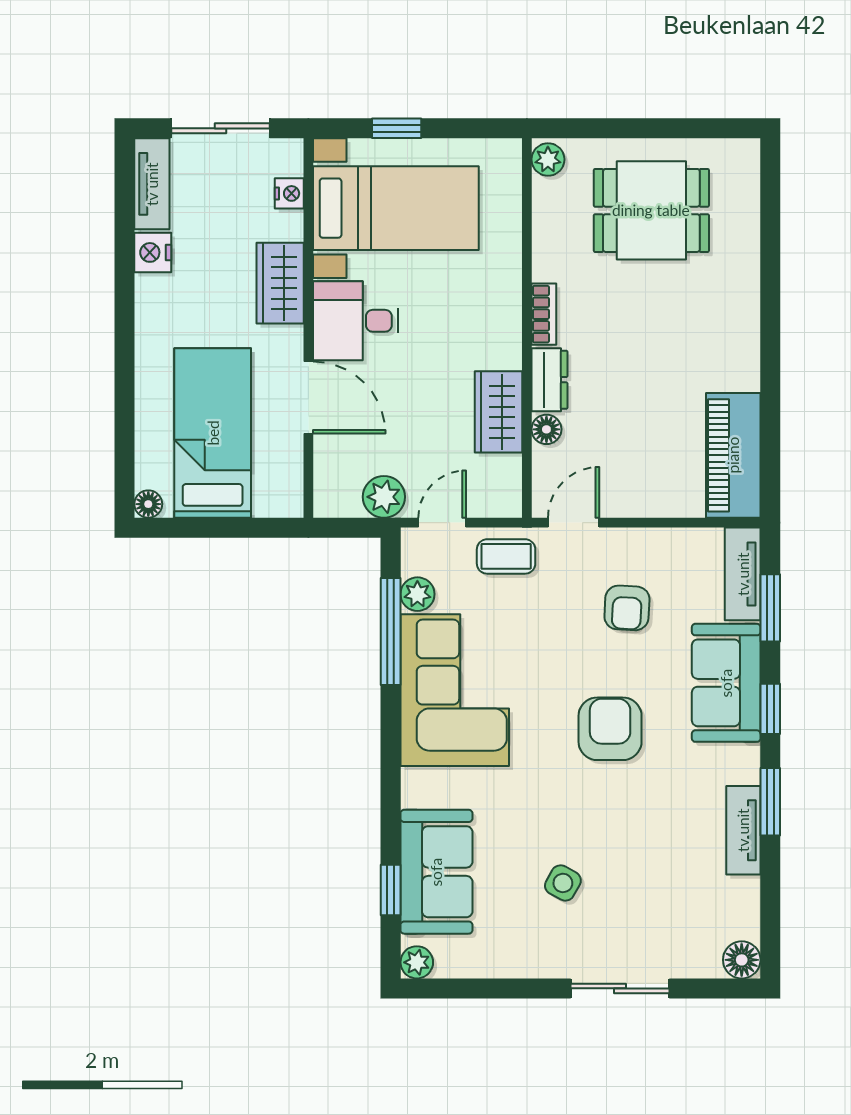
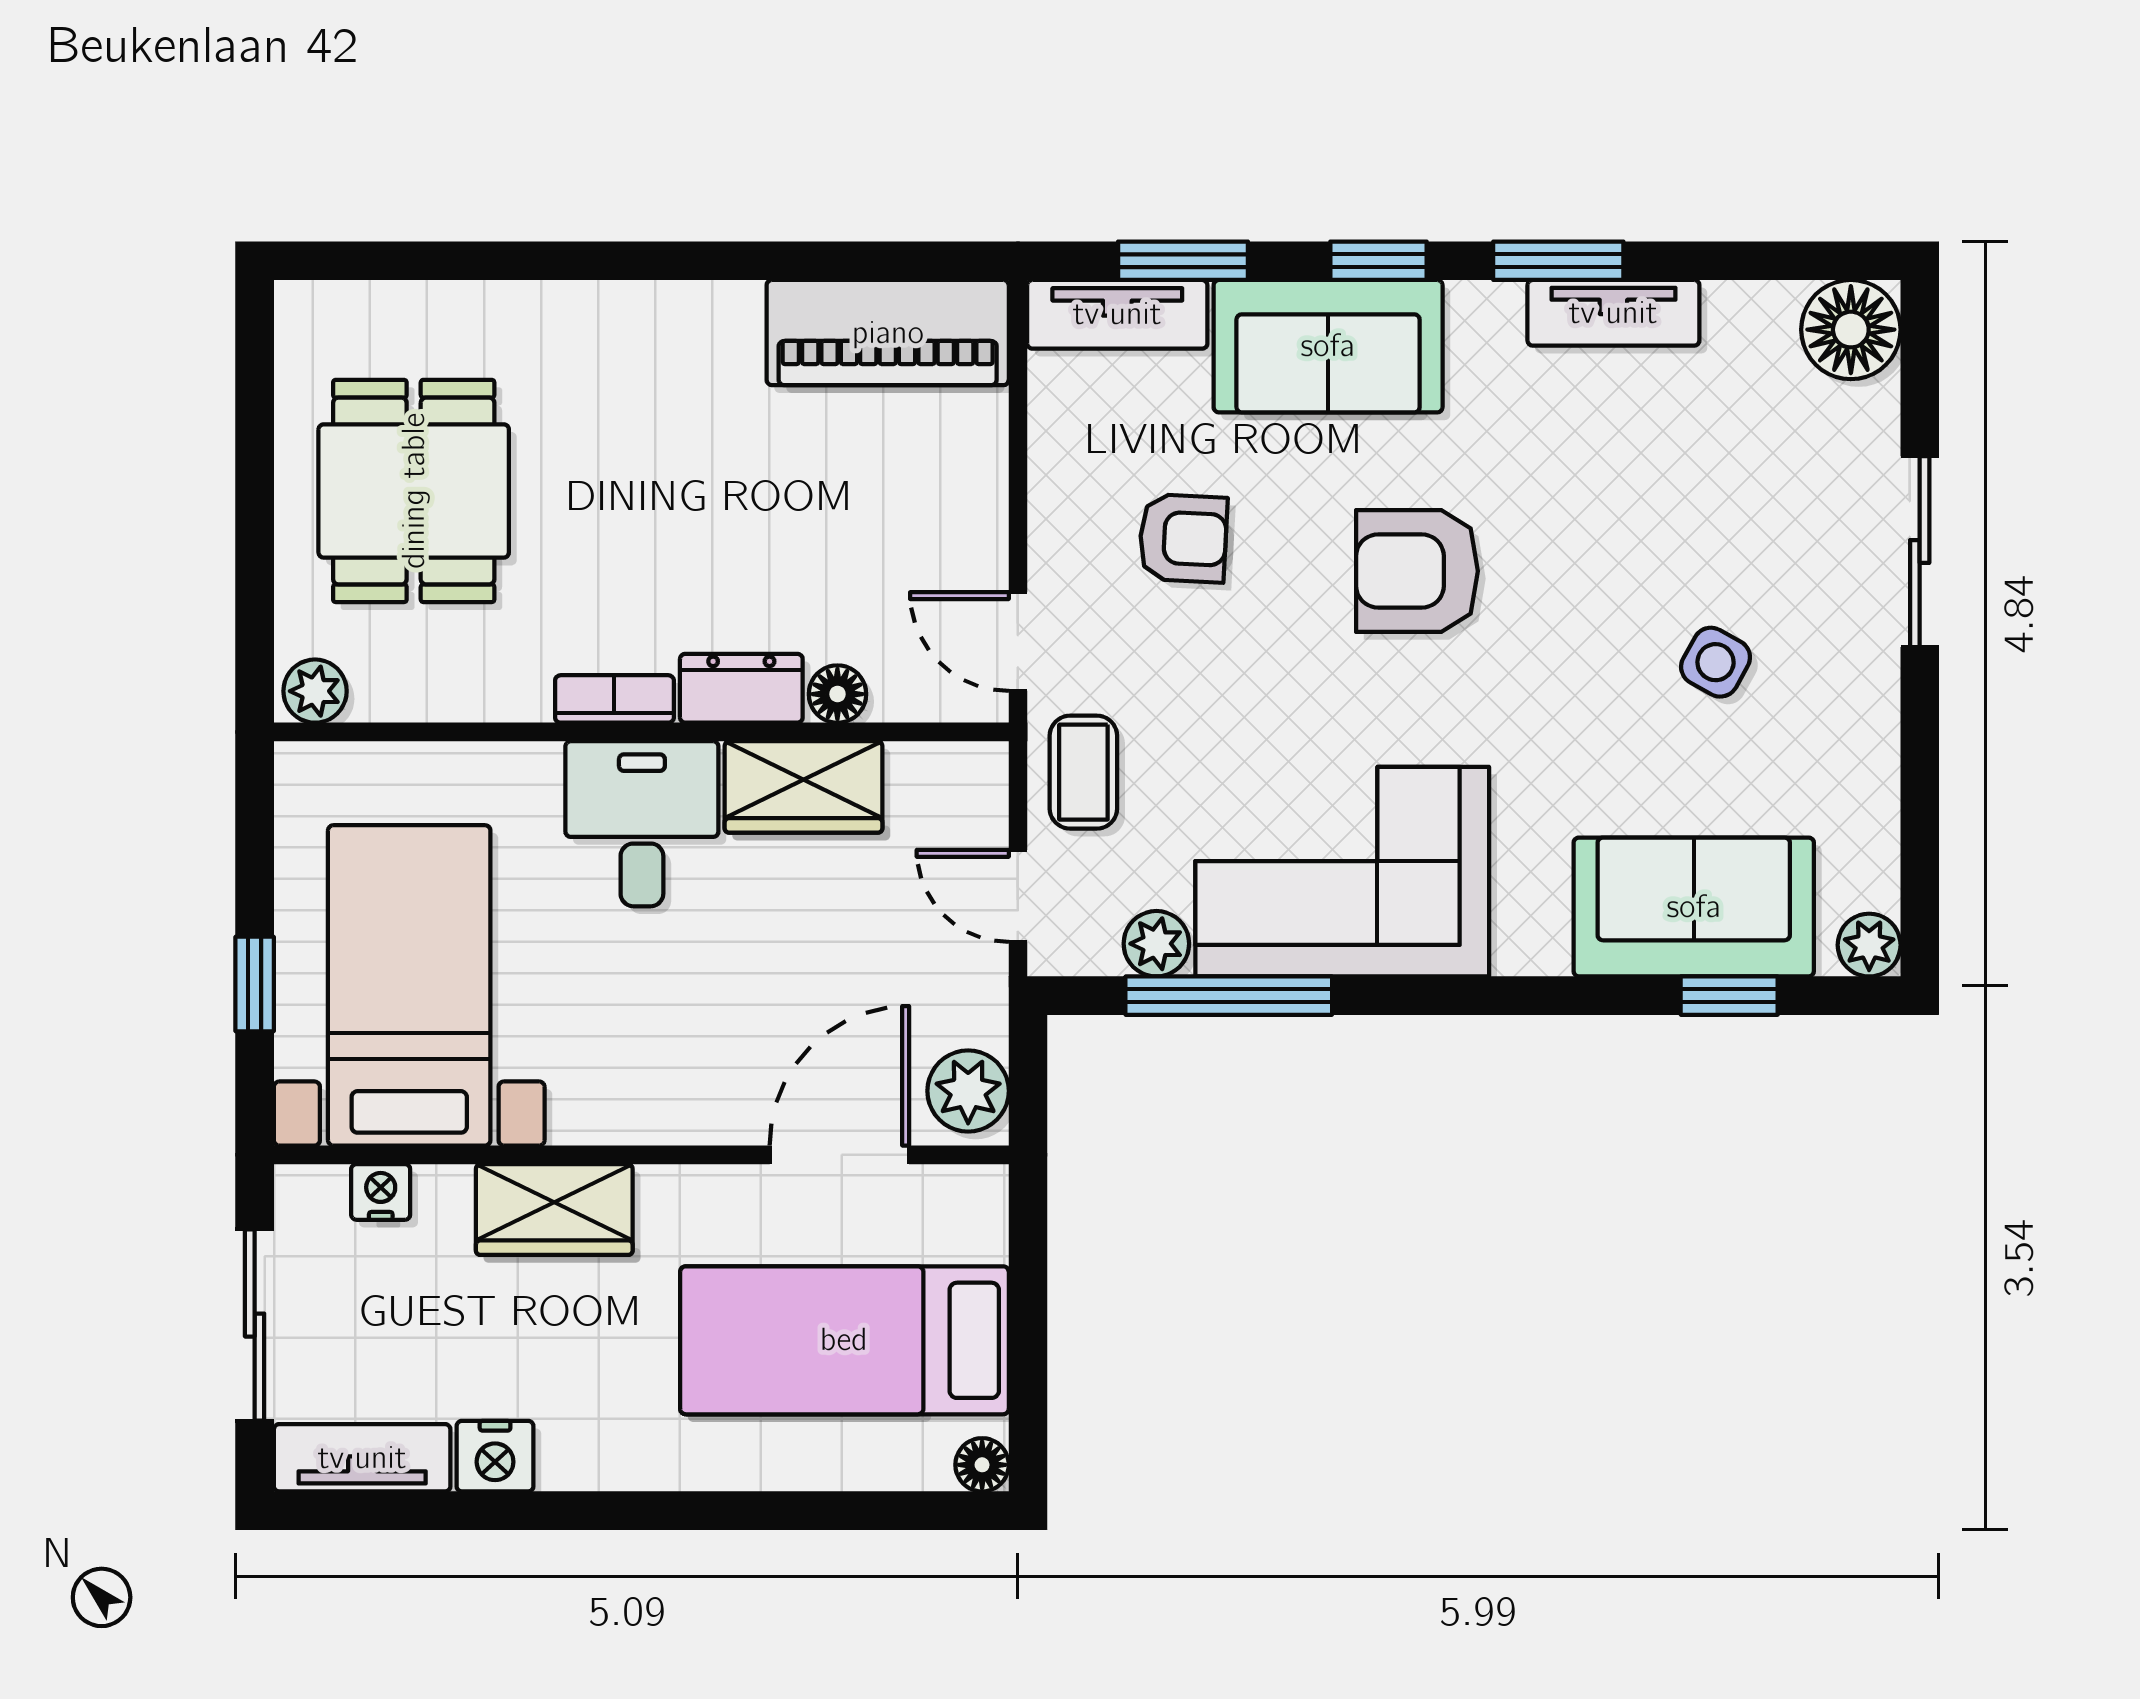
desk: (356, 321) -> (642, 824), moved, turned 180
door: (308, 398) -> (839, 1155), moved
plant: (384, 497) -> (968, 1091), moved
floor lamp: (742, 960) -> (1851, 330), width x1.38, depth x1.38

